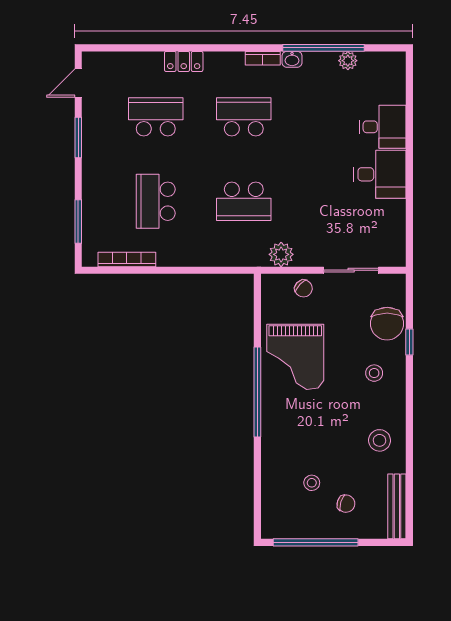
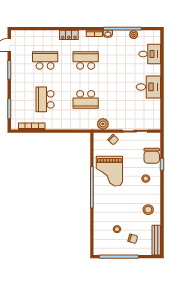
locker: (184, 61) -> (69, 35), moved
desk: (383, 127) -> (150, 54), moved

